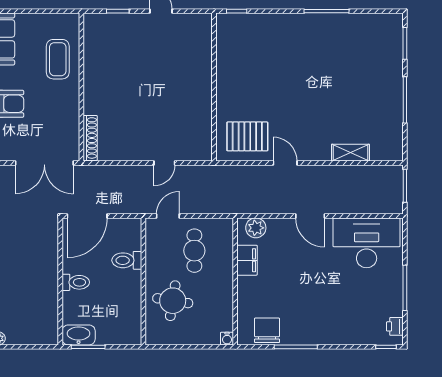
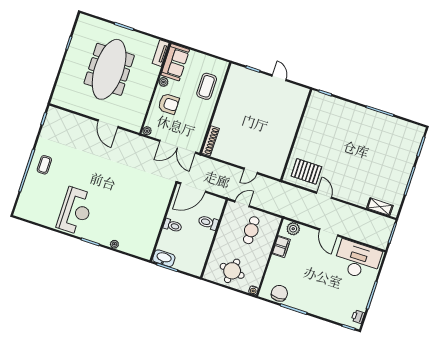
shelving: (350, 153) -> (380, 207), moved
round table: (173, 301) -> (232, 271), moved

